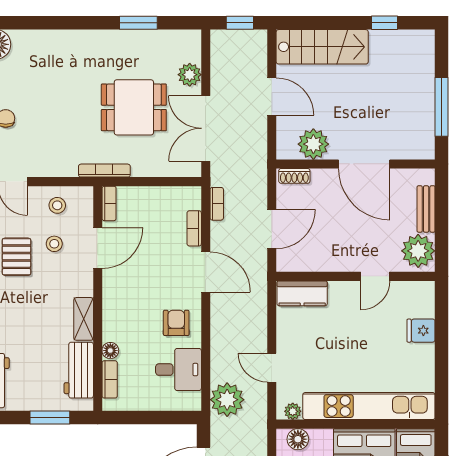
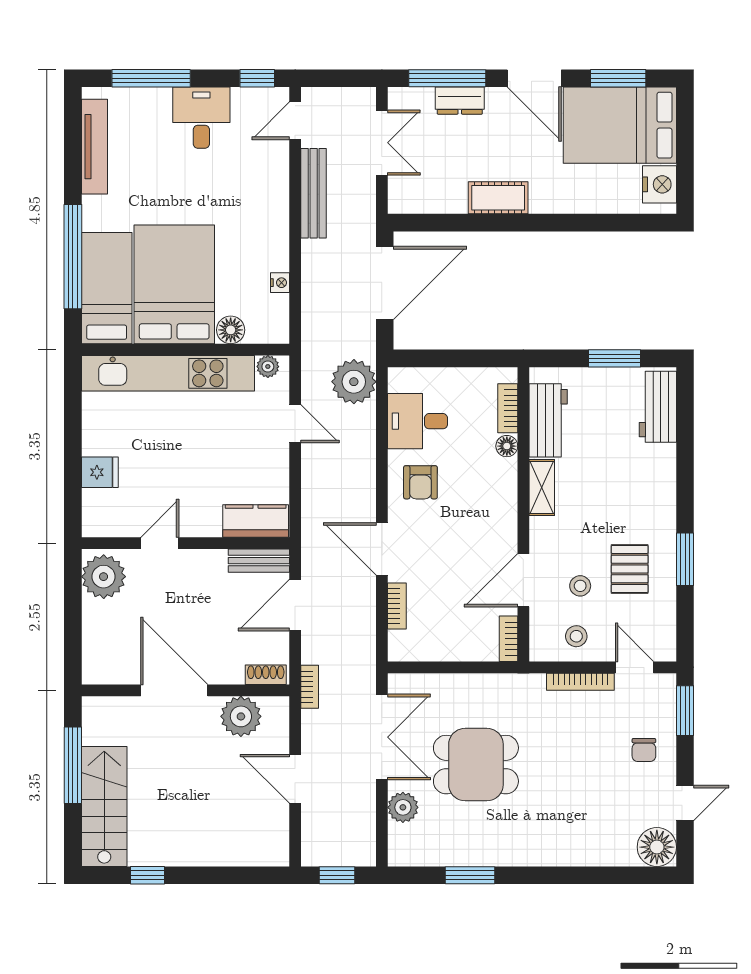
stairs: (322, 47) -> (104, 806), moved, turned 90
bookcase: (104, 171) -> (580, 682), moved
bookcase: (217, 204) -> (310, 687), moved, turned 180
bench: (426, 209) -> (259, 561), moved, turned 90
window: (50, 417) -> (615, 358), moved
floor lamp: (298, 439) -> (231, 330), moved

